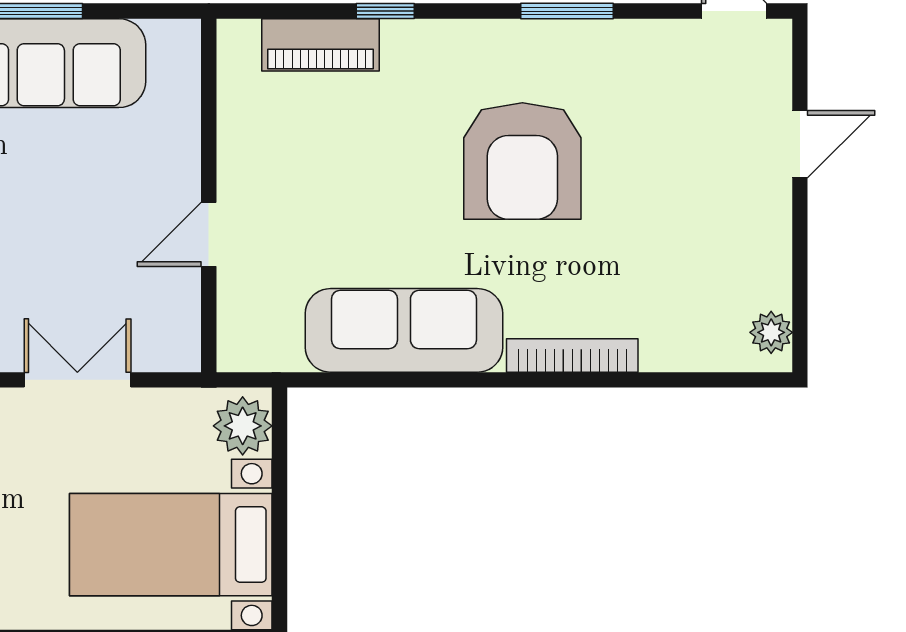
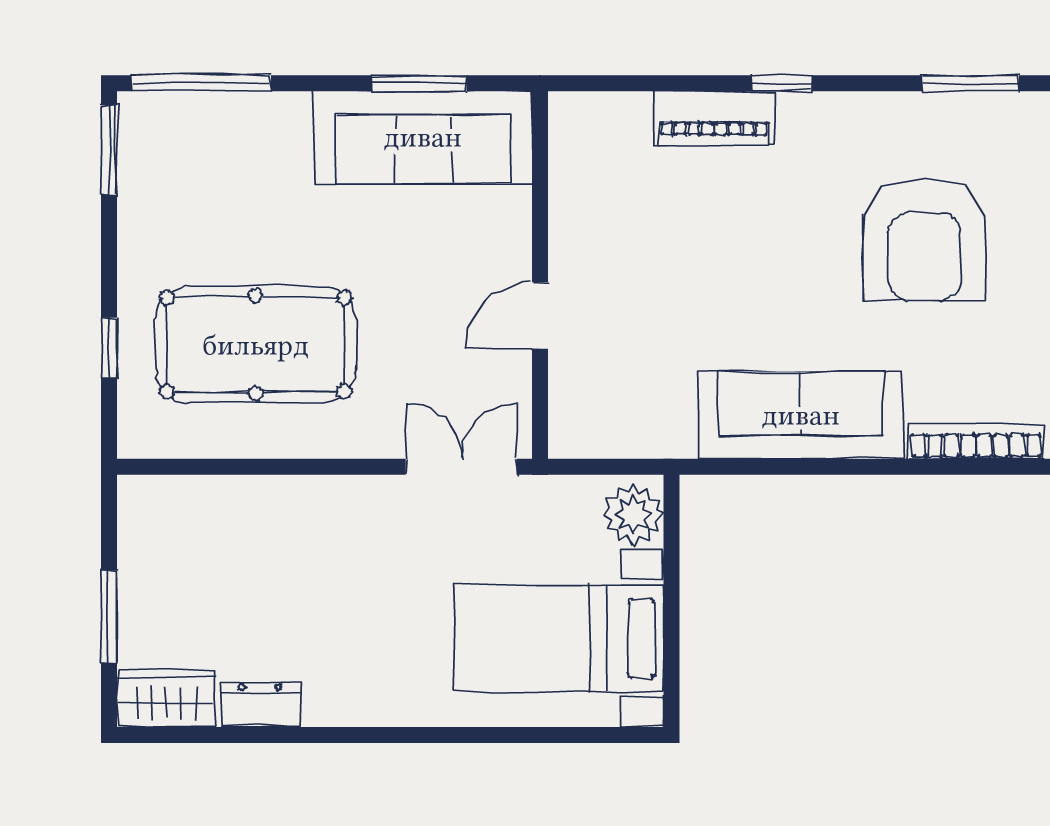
wall: (209, 195) -> (540, 275), moved
door: (209, 234) -> (540, 316), moved

